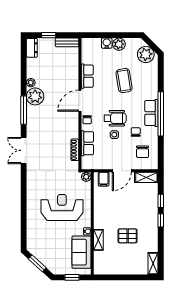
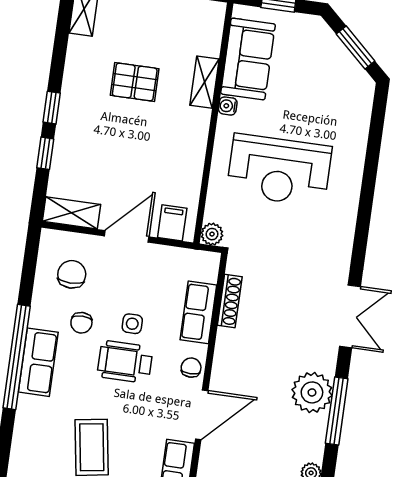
plant: (35, 96) -> (312, 392), moved

